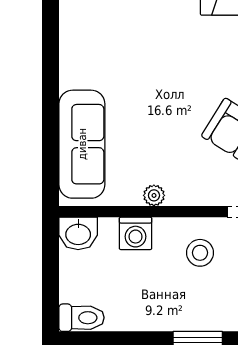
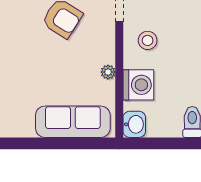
washing machine: (136, 233) -> (138, 85), width x1.37, depth x1.37

